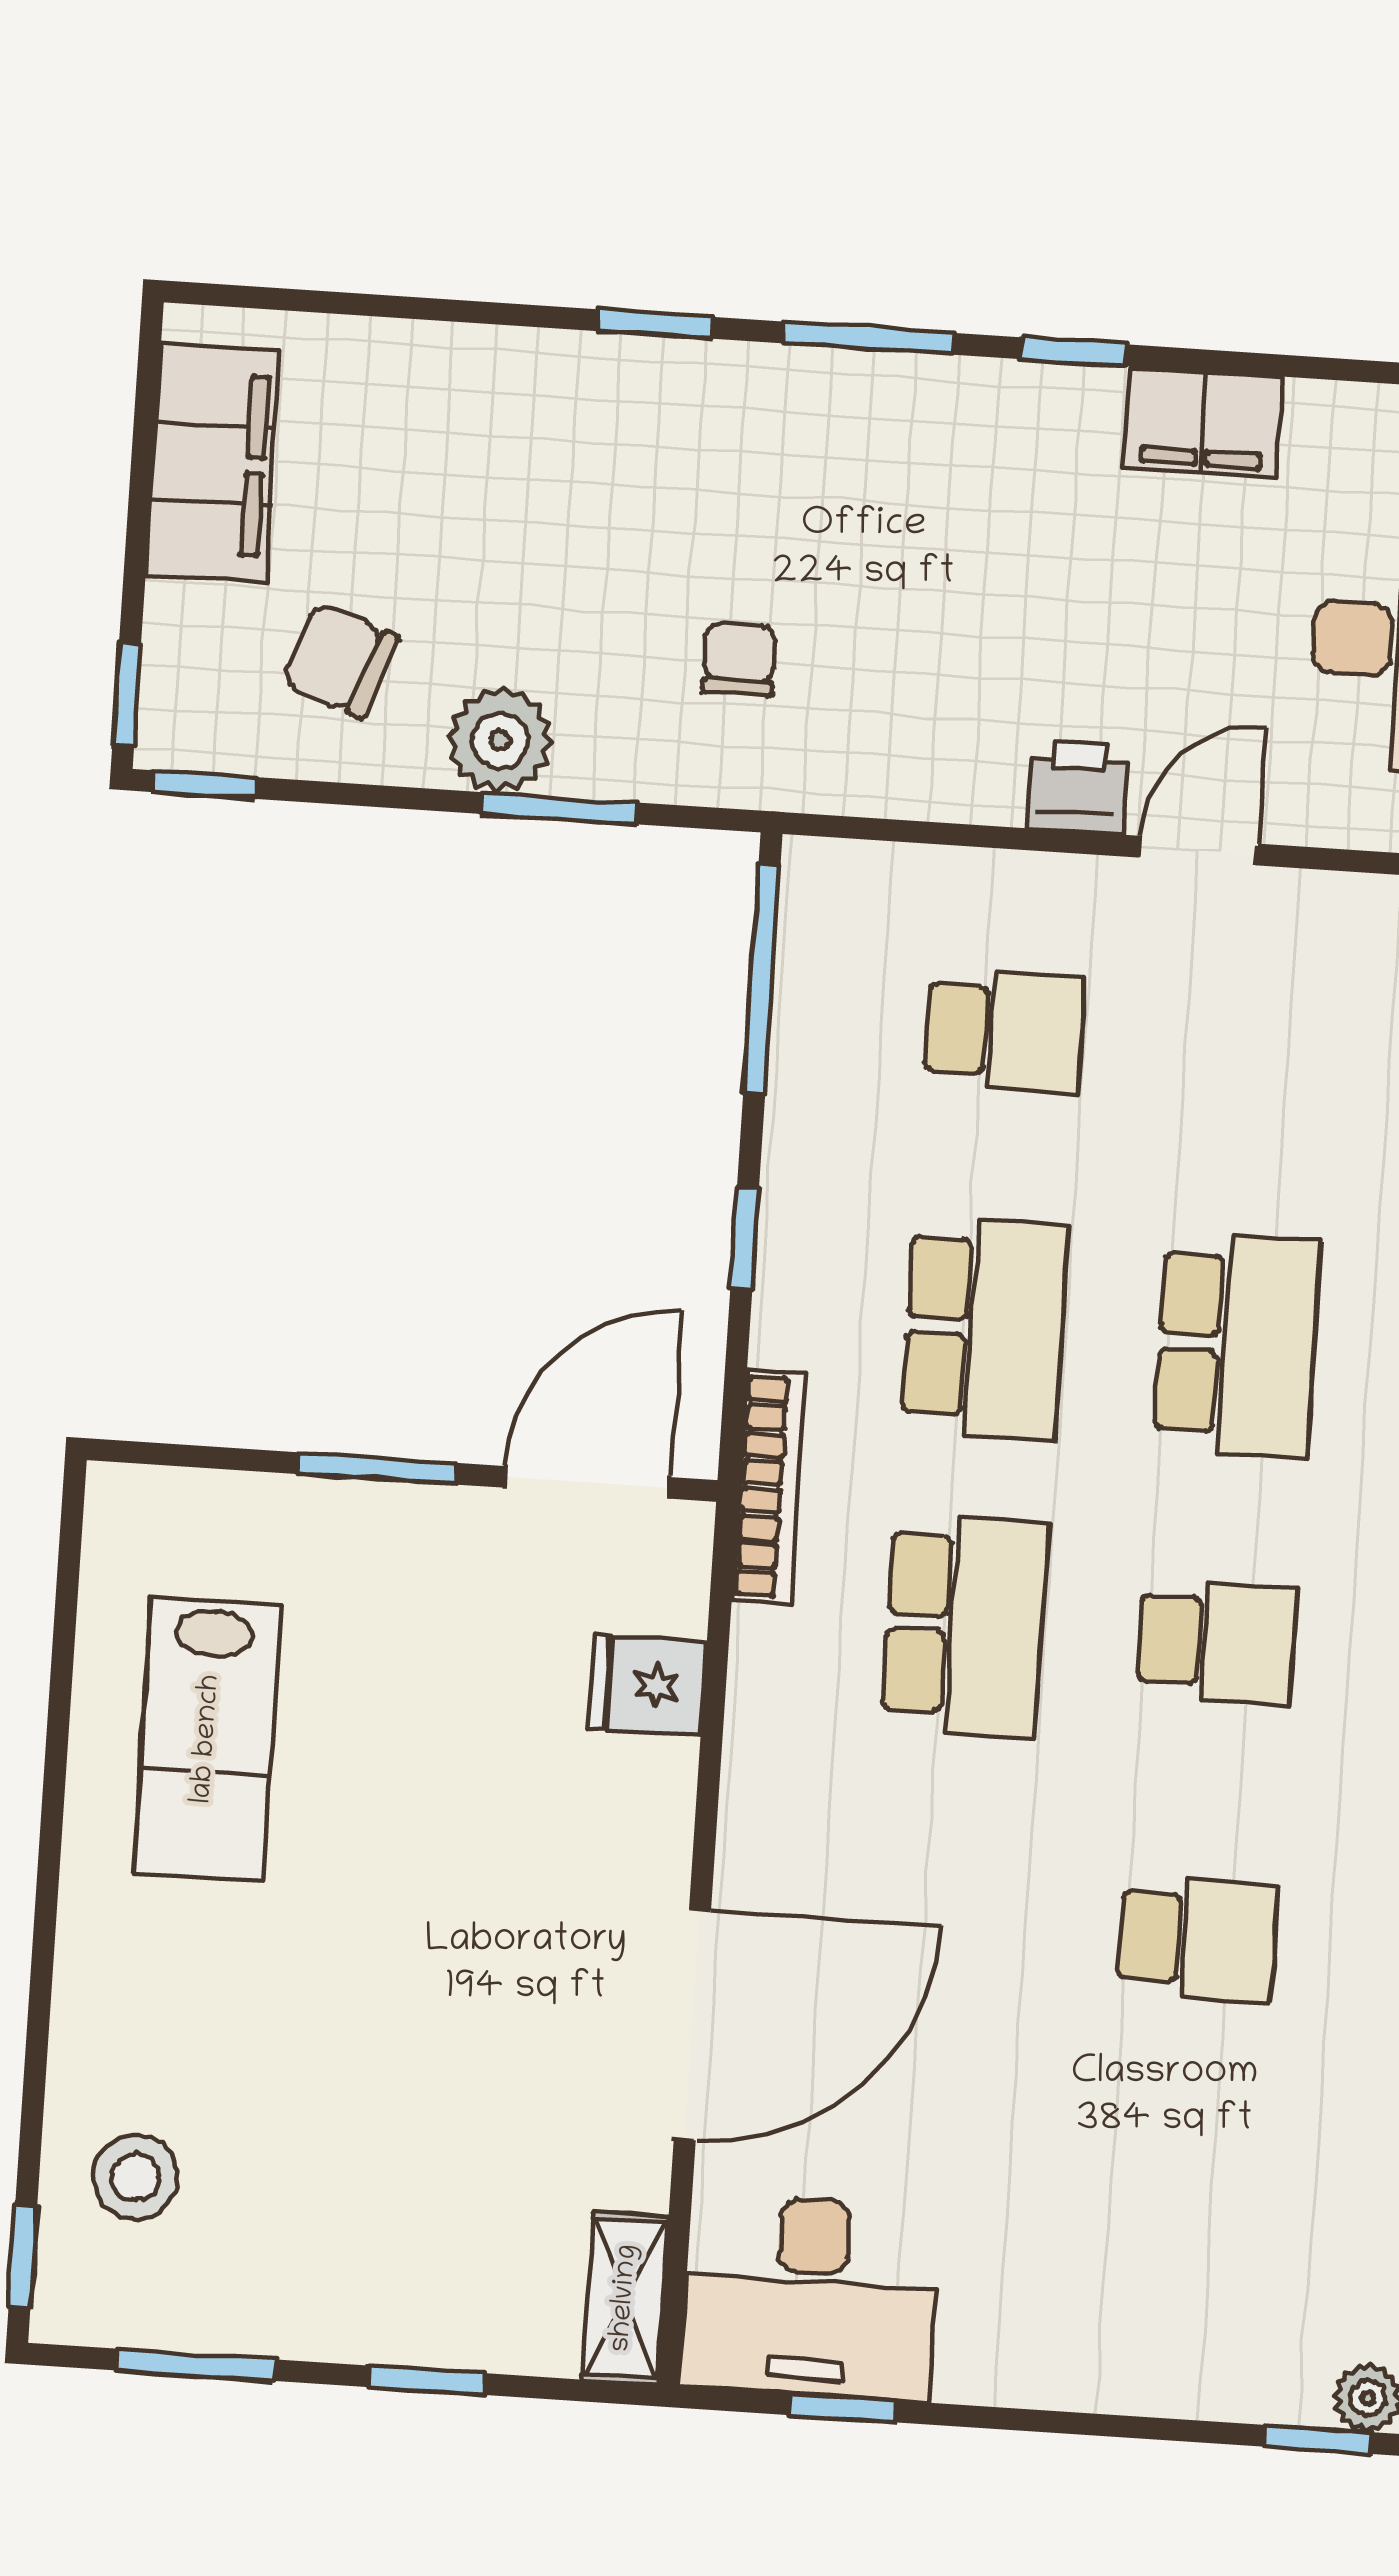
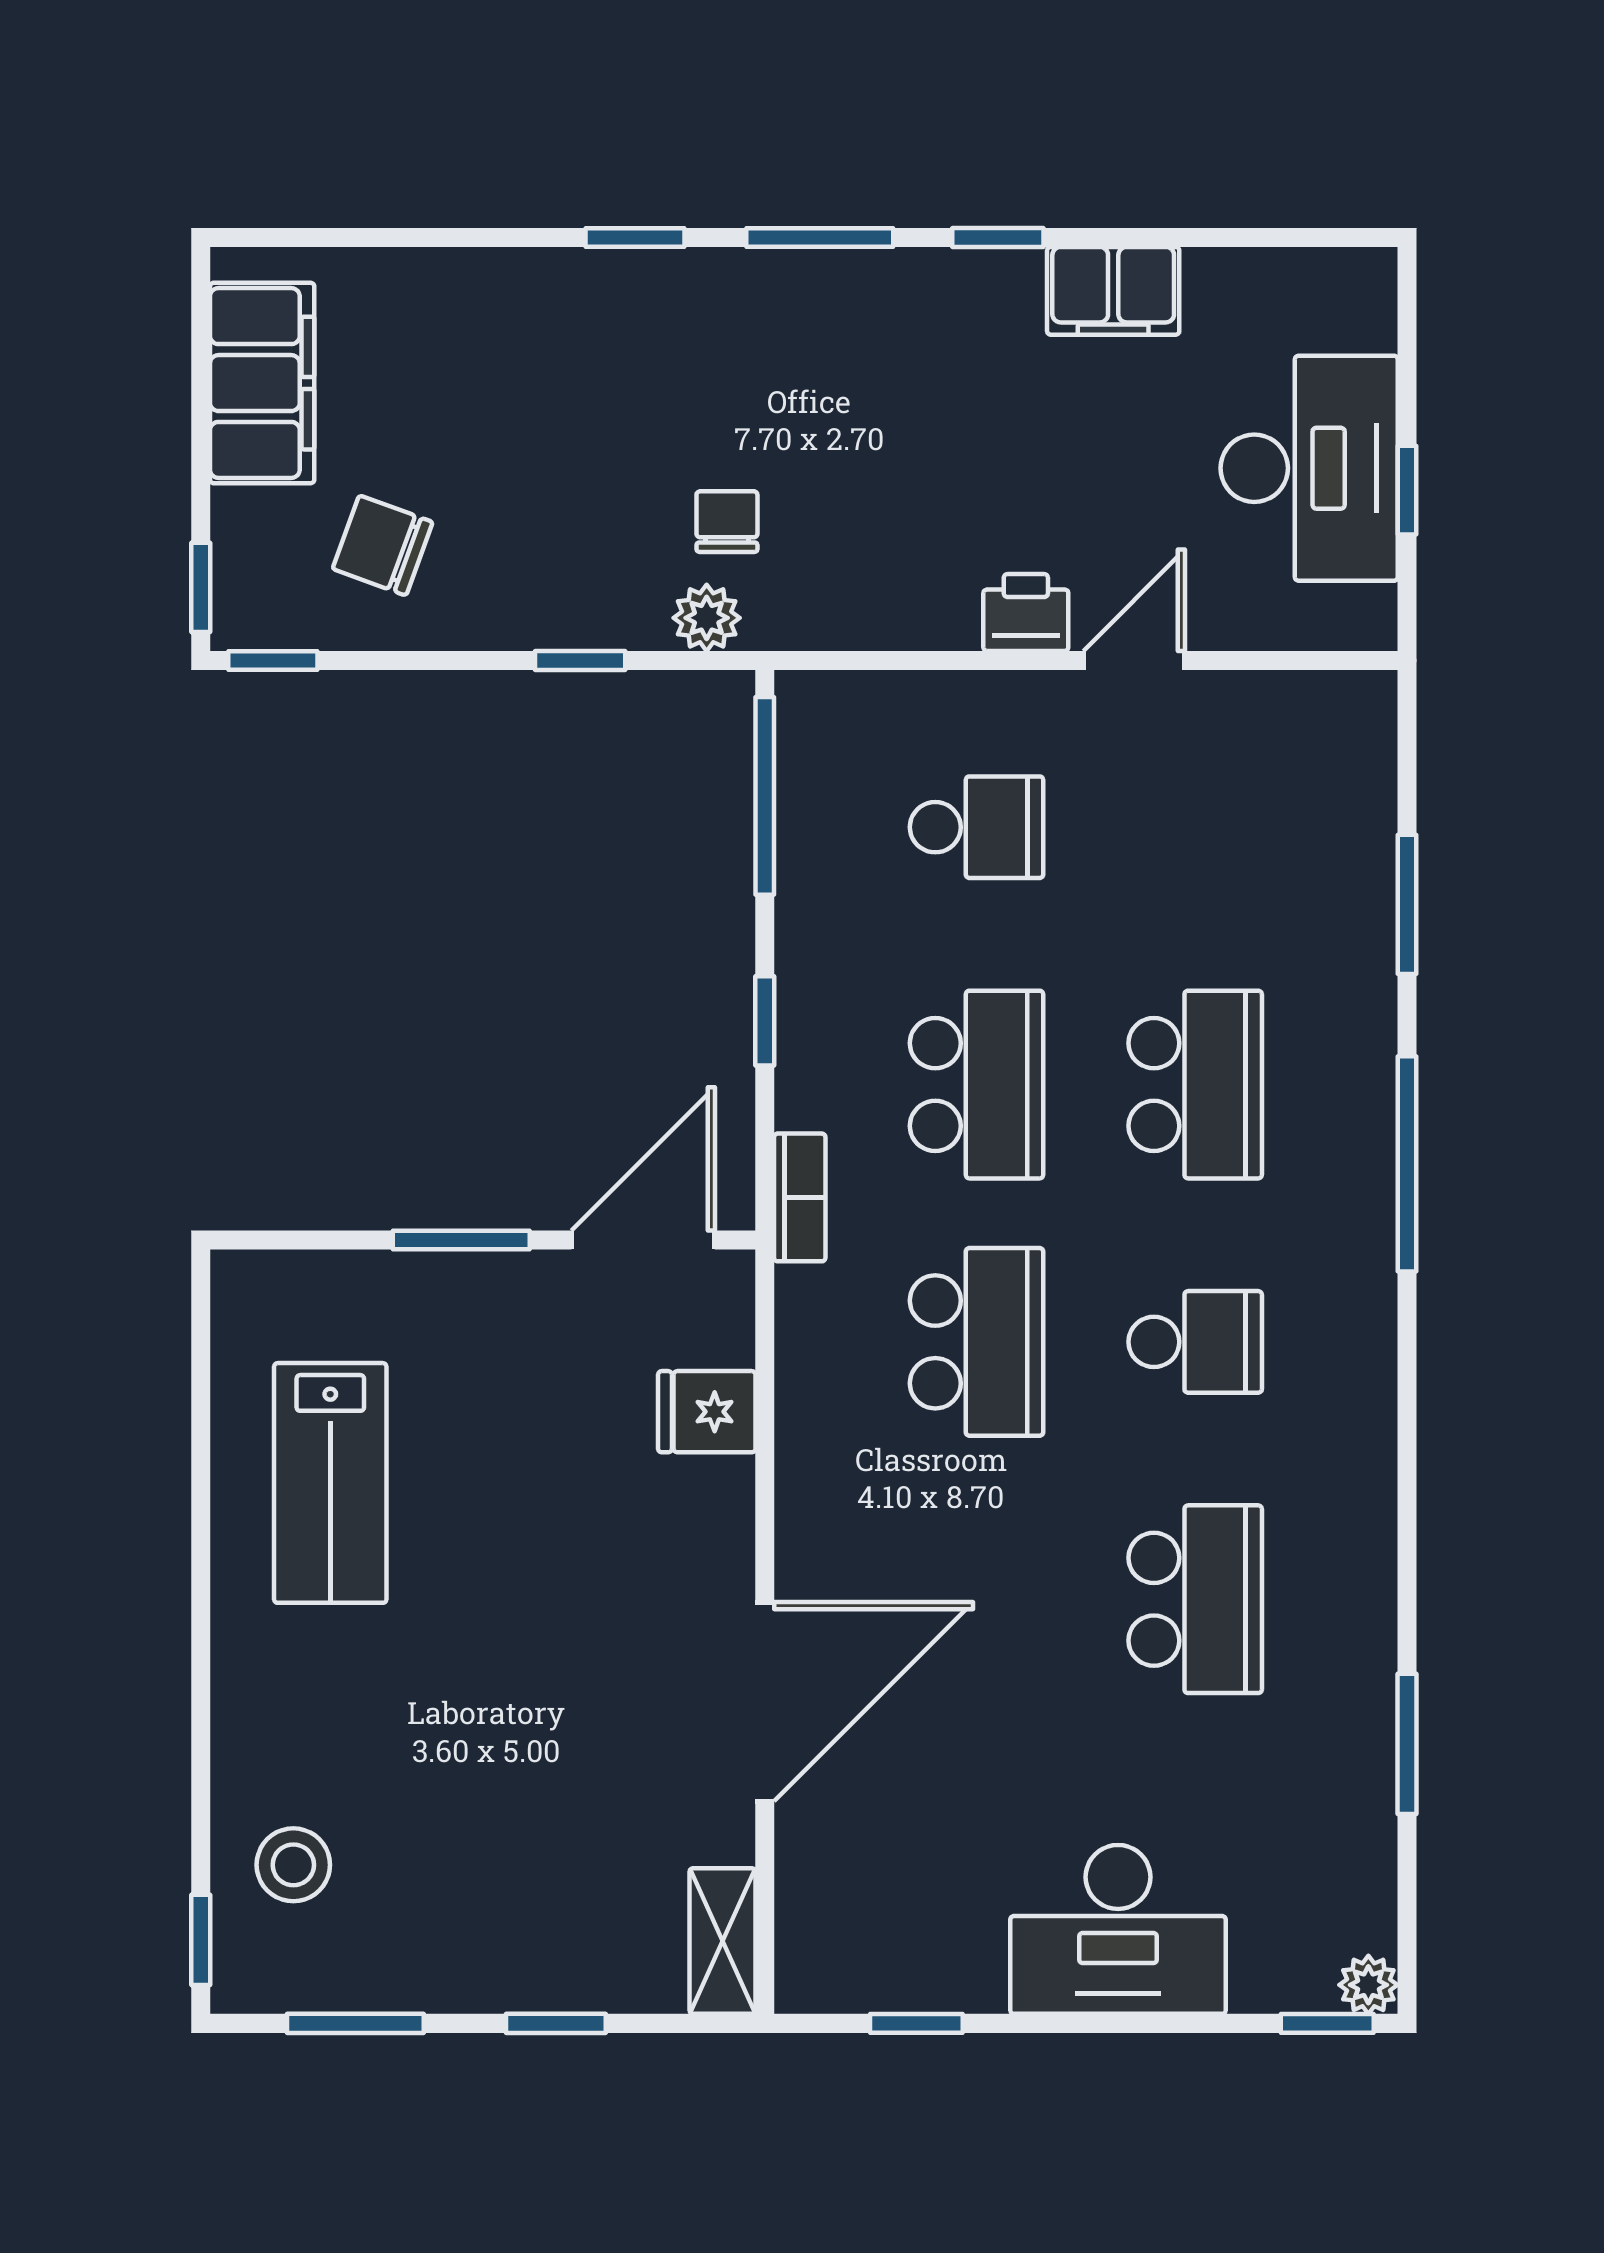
plant: (500, 740) -> (707, 618), moved, width x0.73, depth x0.73
window: (559, 808) -> (580, 660), width x0.67
bookcase: (769, 1487) -> (800, 1197), width x0.64
school desk: (1197, 1939) -> (1195, 1599), width x1.85
desk: (810, 2297) -> (1118, 1929), moved

